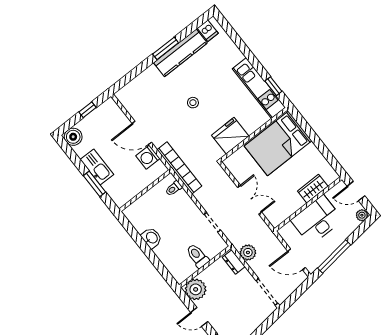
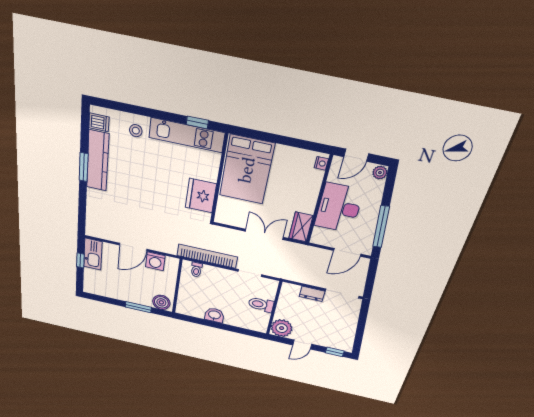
stool: (193, 103) -> (136, 131), moved
boiler: (73, 137) -> (161, 302), moved
kitchen sink: (97, 167) -> (93, 254), moved, turned 90
bookcase: (179, 168) -> (207, 256), moved
nightstand: (330, 179) -> (321, 163), added
wardrobe: (313, 189) -> (301, 227), moved
plant: (248, 252) -> (300, 275), removed
dresser: (234, 262) -> (312, 294), moved

